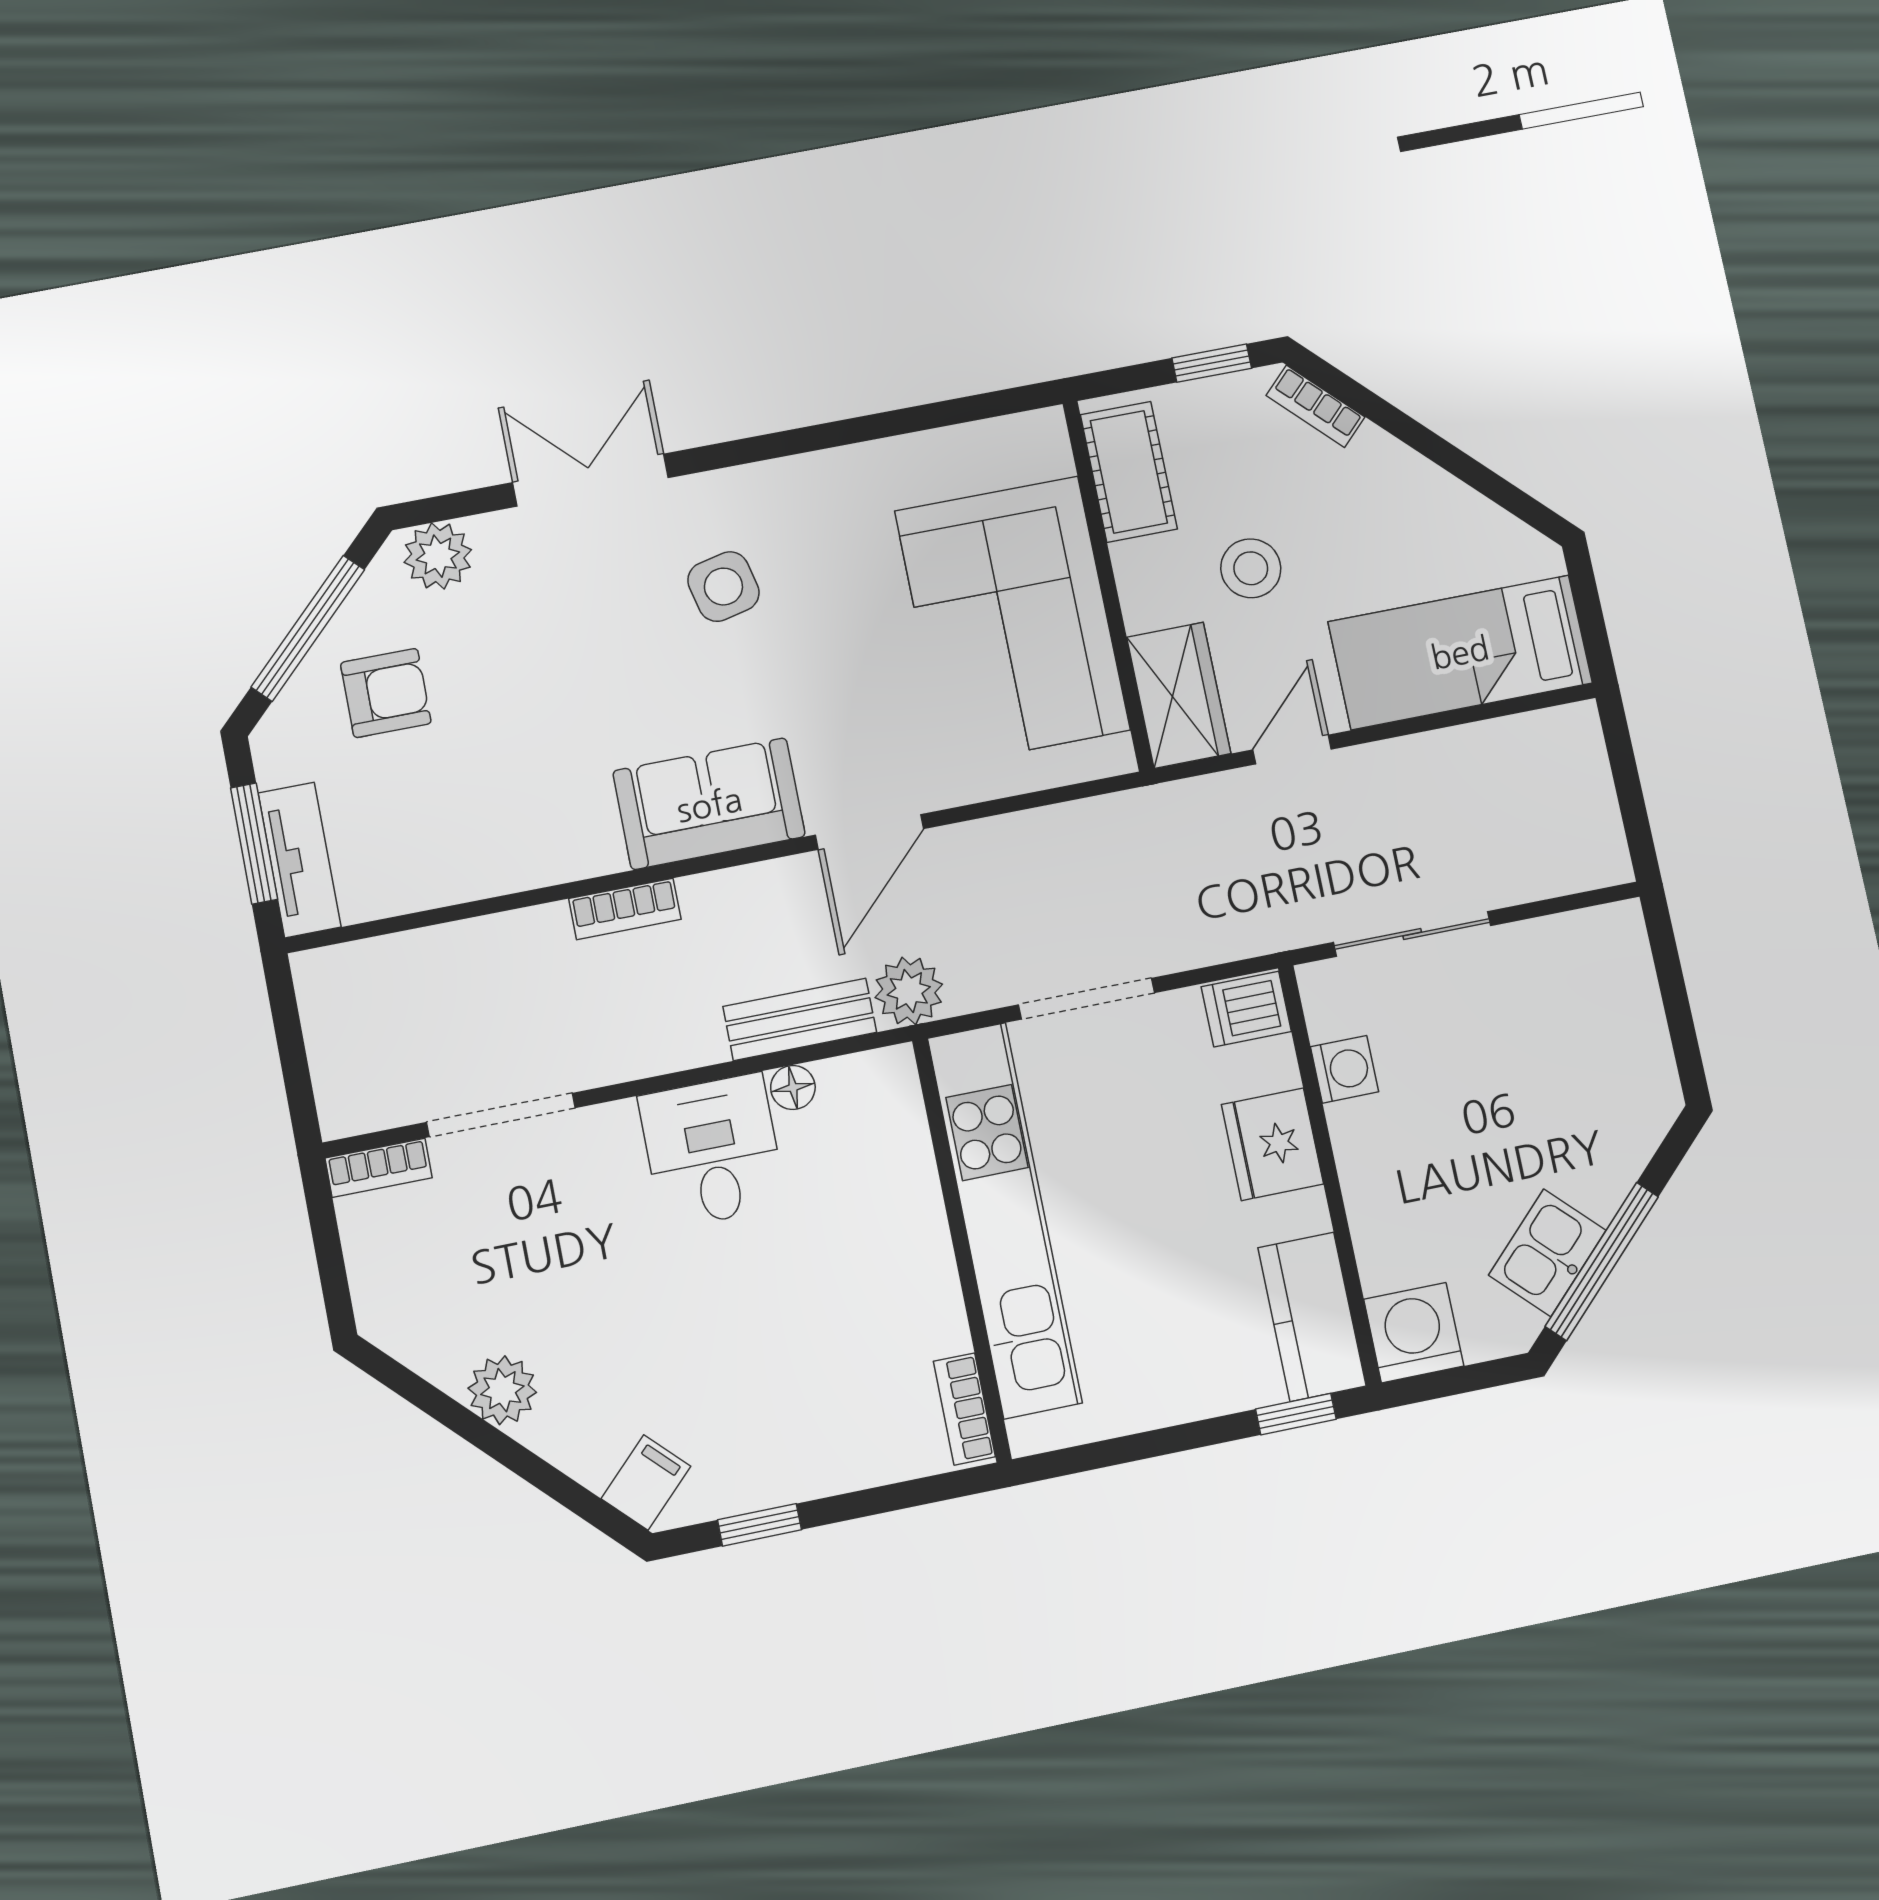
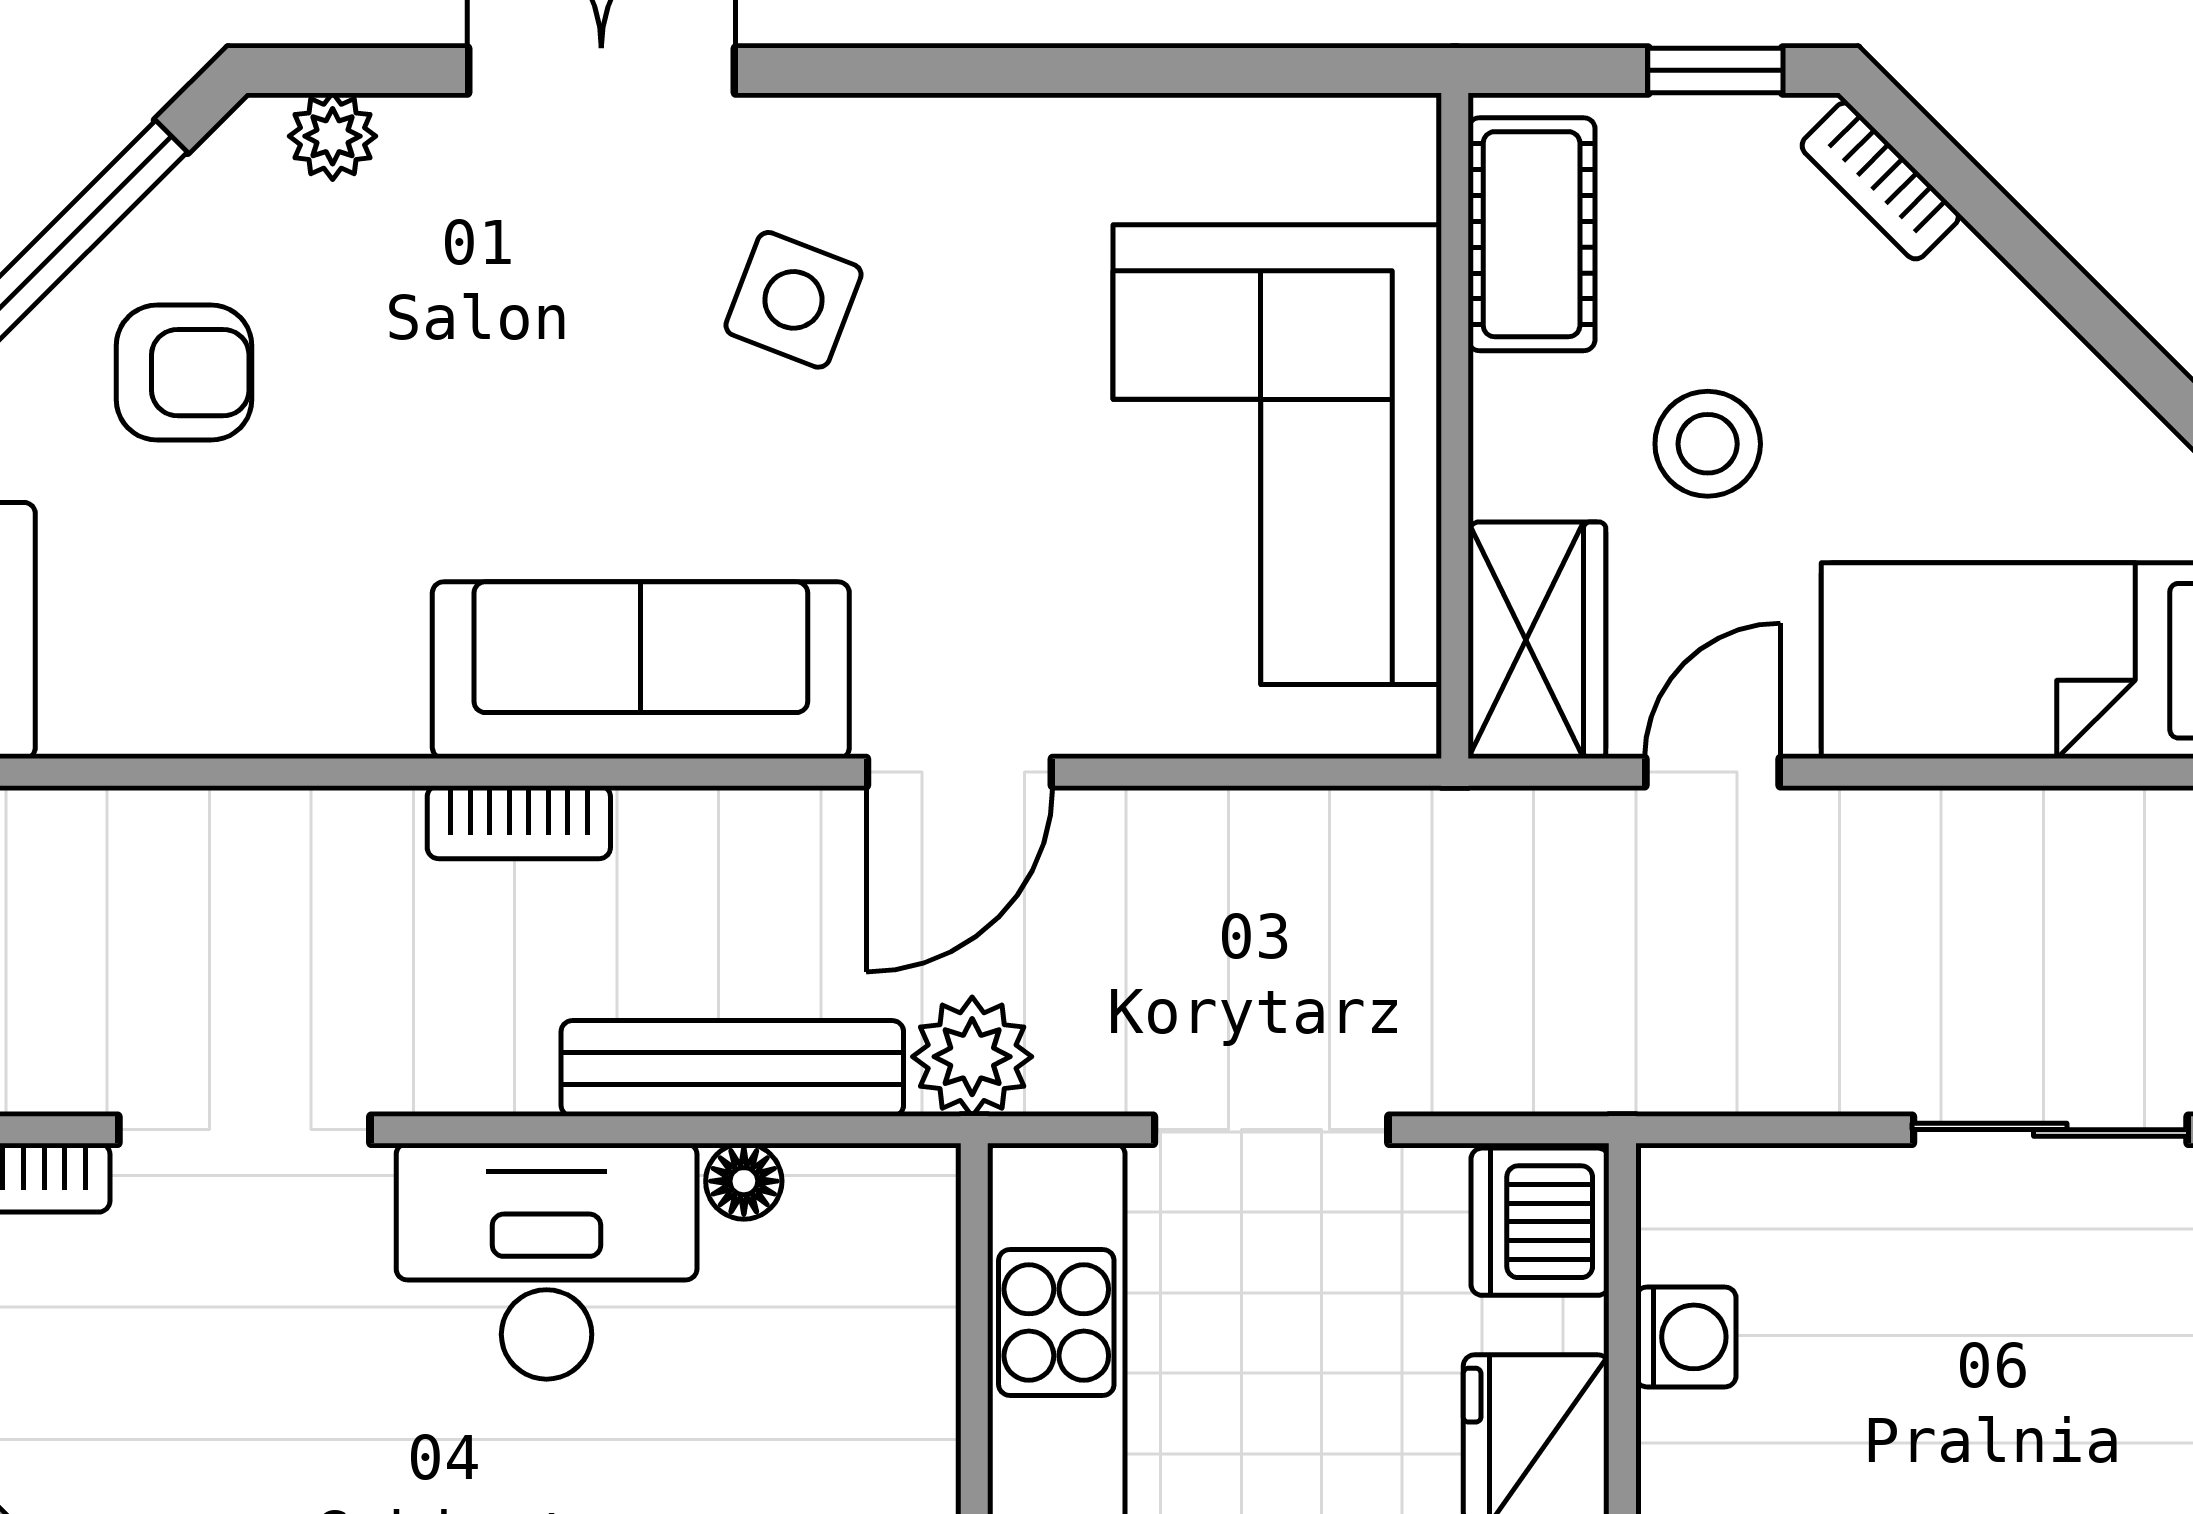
plant: (438, 556) -> (333, 136), width x0.73, depth x0.73
side table: (723, 587) -> (793, 300), turned 34
sofa: (709, 804) -> (641, 670), width x1.36
sliding door: (1412, 934) -> (2050, 1130), moved
dishwasher: (1246, 1009) -> (1540, 1222), width x1.38
bench: (800, 1019) -> (732, 1068), width x1.36
desk: (712, 1151) -> (547, 1261), width x1.37

